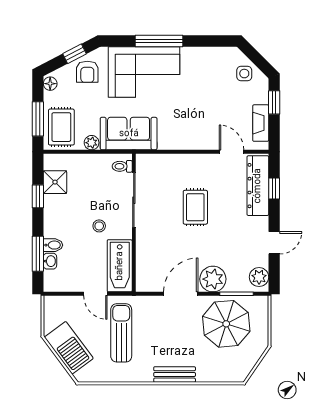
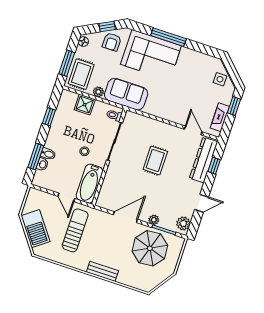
shower: (55, 182) -> (85, 105), moved
plant: (213, 279) -> (154, 220), width x0.53, depth x0.53

